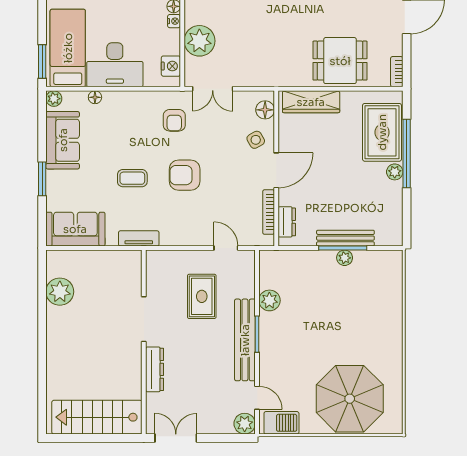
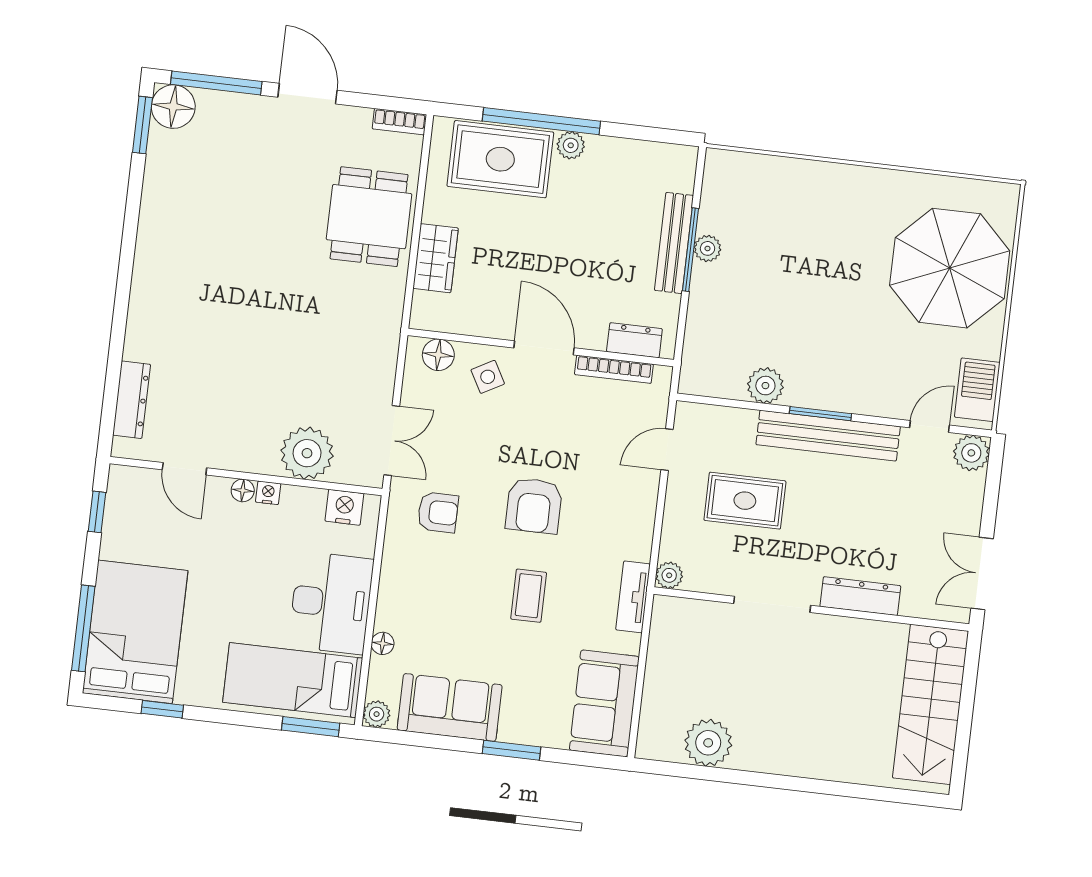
wardrobe: (311, 102) -> (436, 258), width x0.67
plant: (154, 258) -> (669, 575), added

